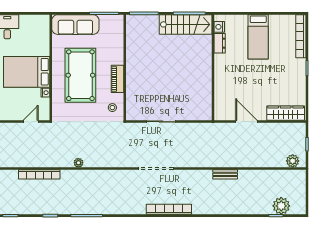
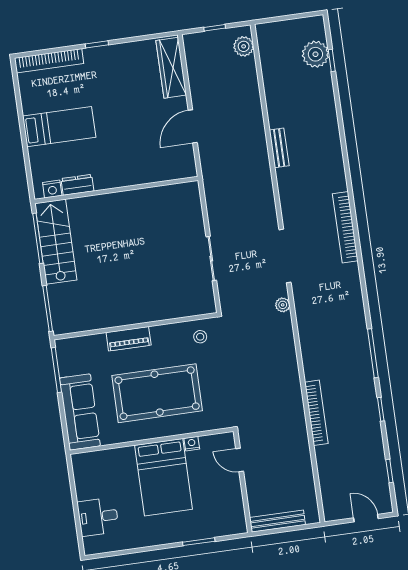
piano: (117, 79) -> (129, 339), moved
plant: (78, 163) -> (283, 305), moved
bookcase: (39, 174) -> (316, 413), moved

